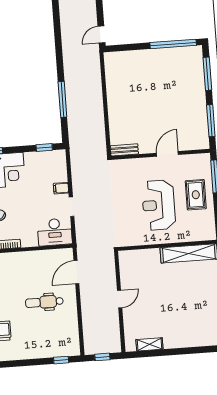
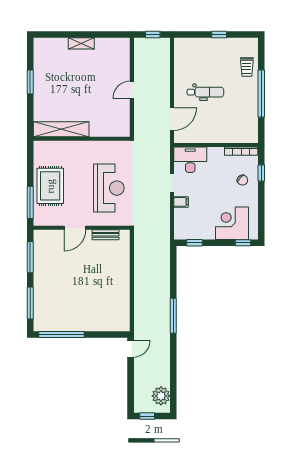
window: (62, 99) -> (173, 316), moved
bench: (124, 150) -> (106, 235), moved
rug: (196, 195) -> (50, 186), width x1.36, depth x1.43
reception desk: (159, 205) -> (109, 188), moved
shelving: (149, 344) -> (81, 43), moved
window: (61, 360) -> (219, 34), moved

